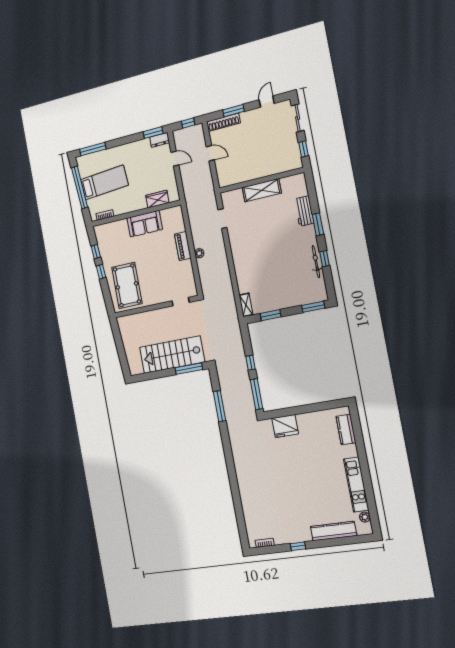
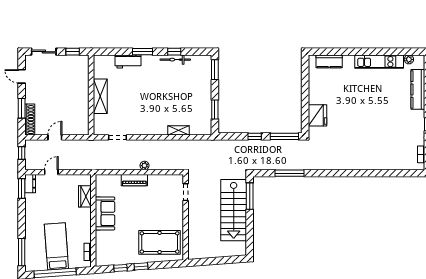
shelving: (246, 305) -> (178, 130), moved

